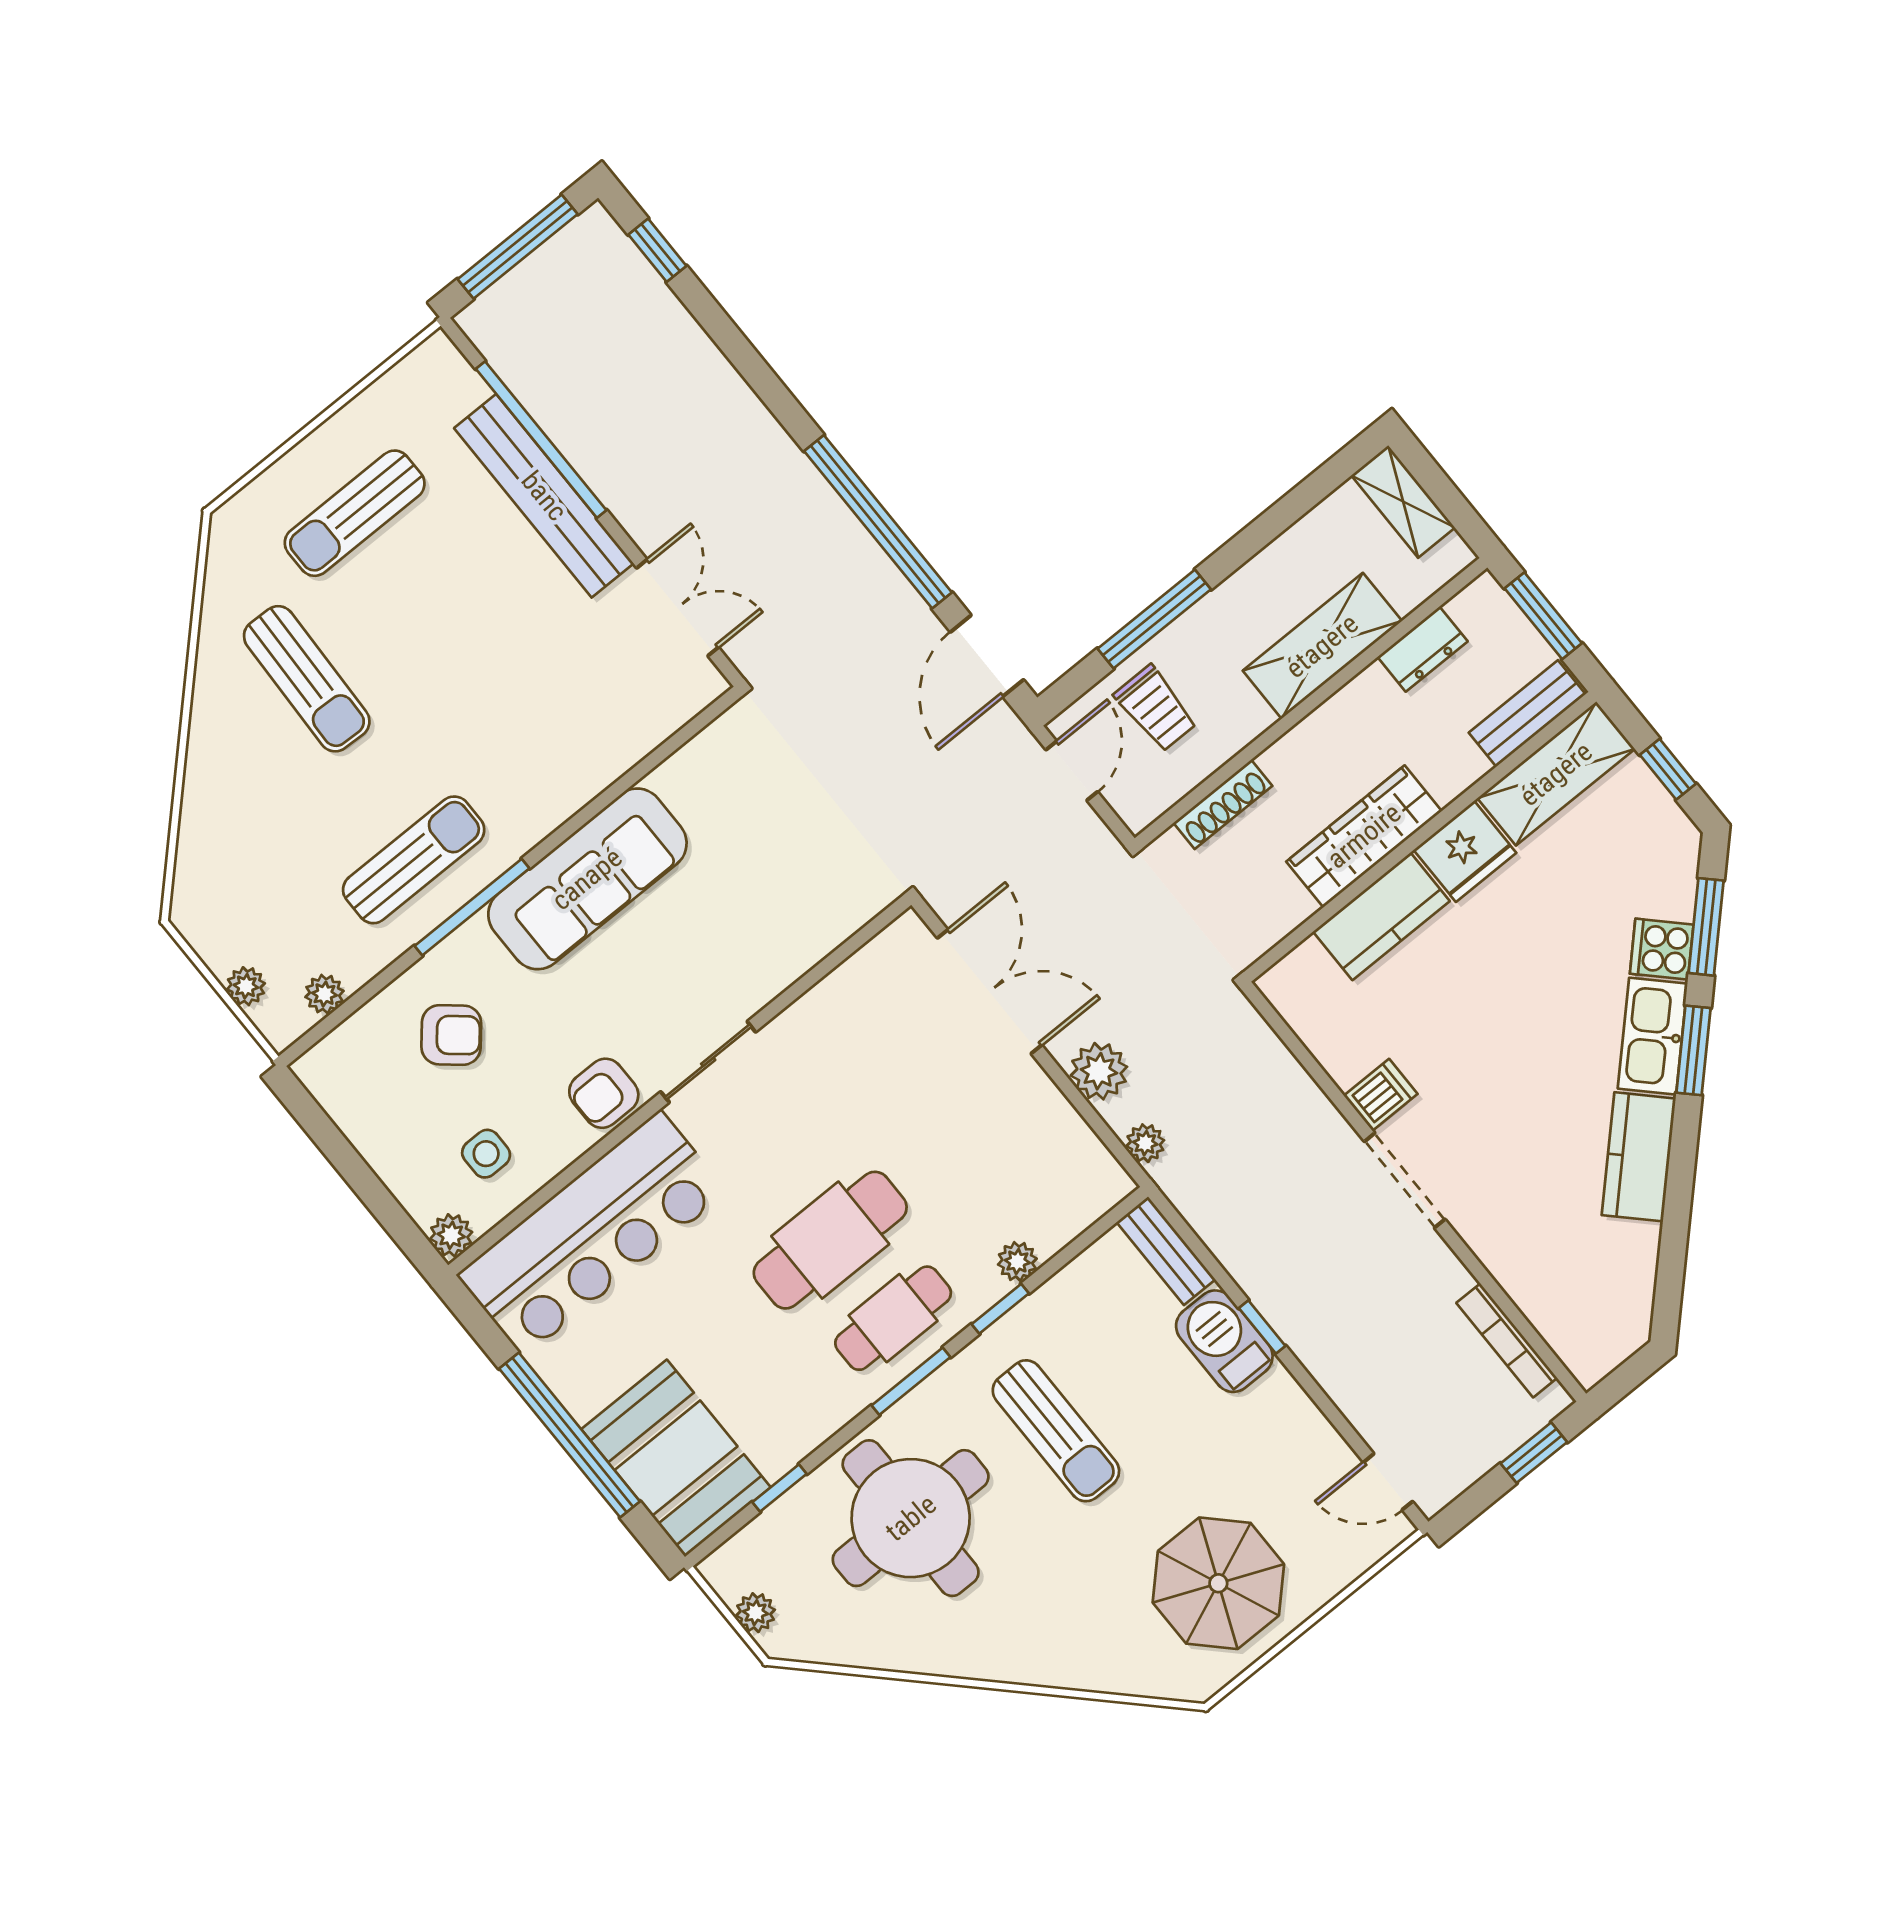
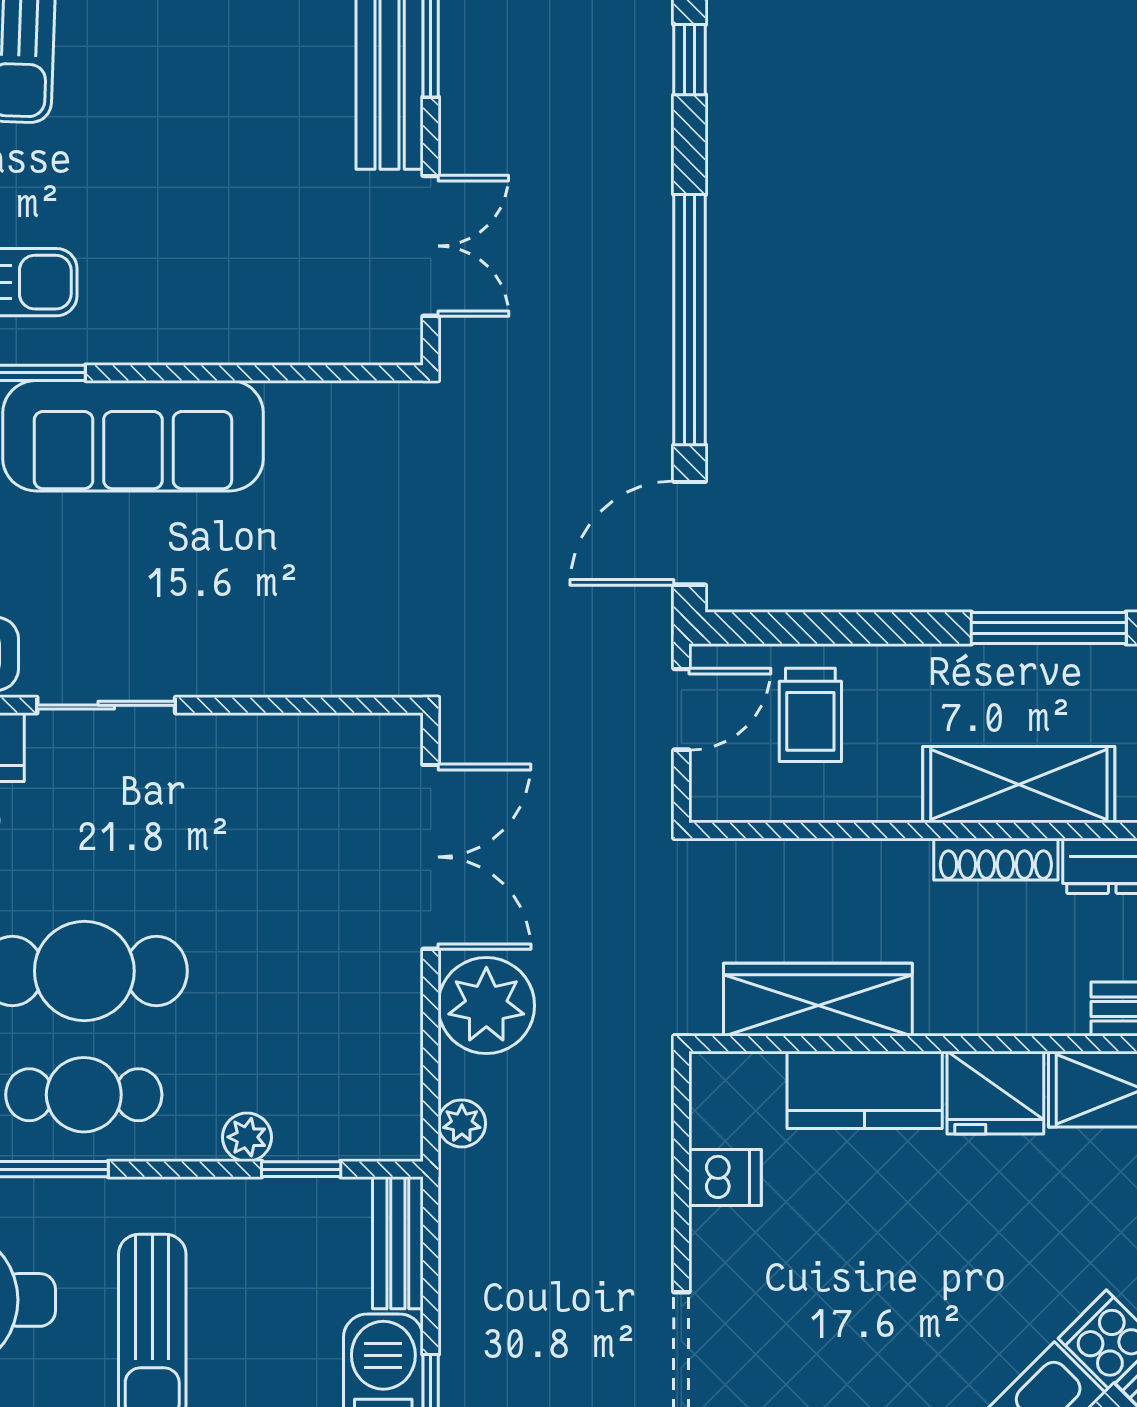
window: (745, 358) -> (690, 60), added
window: (1154, 619) -> (1049, 628), moved
shoe rack: (1223, 804) -> (996, 859), moved
wardrobe: (1364, 836) -> (818, 1000), moved
plant: (1099, 1071) -> (486, 1006), width x1.36, depth x1.36
dishwasher: (1381, 1095) -> (725, 1177), moved
window: (1000, 1309) -> (301, 1169), moved

